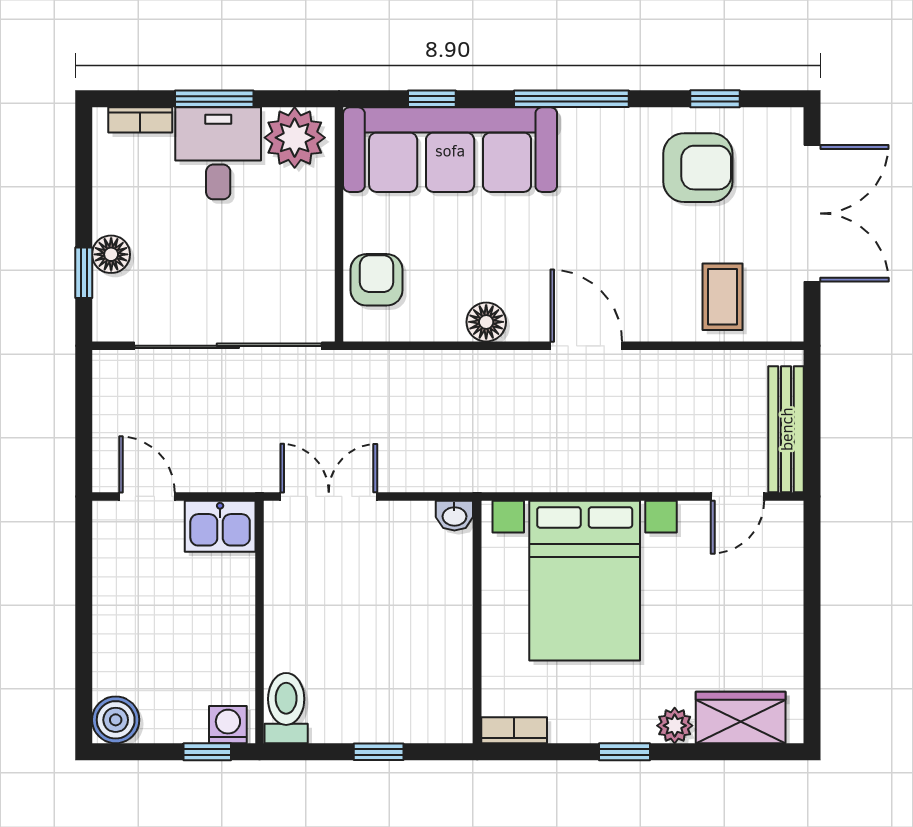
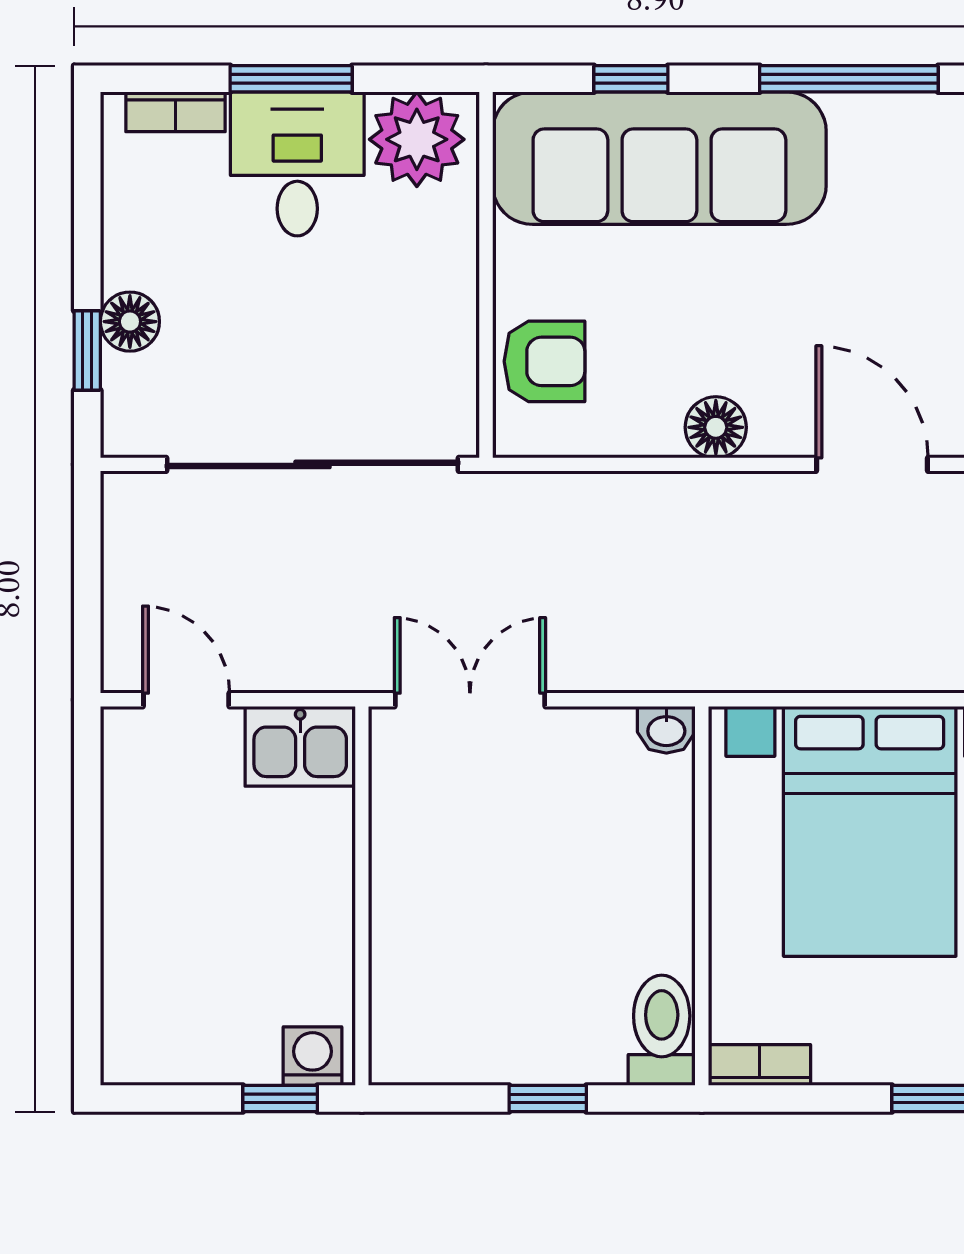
armchair: (377, 280) -> (545, 361), turned 90
toilet: (286, 708) -> (662, 1030), moved
boiler: (116, 720) -> (137, 1049), removed

